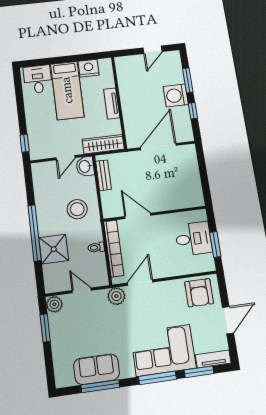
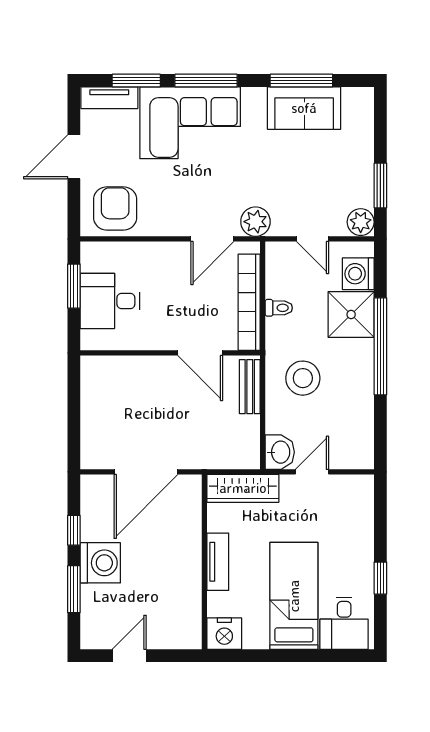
nightstand: (89, 68) -> (224, 634), moved
window: (25, 143) -> (380, 578), moved
bench: (103, 175) -> (250, 387), moved
washing machine: (52, 273) -> (358, 274), added

